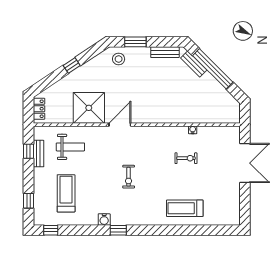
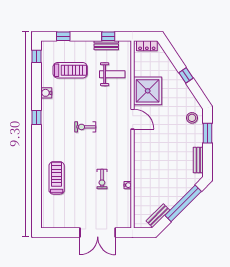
bench: (194, 64) -> (158, 216), moved
weight bench: (70, 147) -> (112, 74), turned -90
water cooler: (104, 220) -> (46, 93), moved

